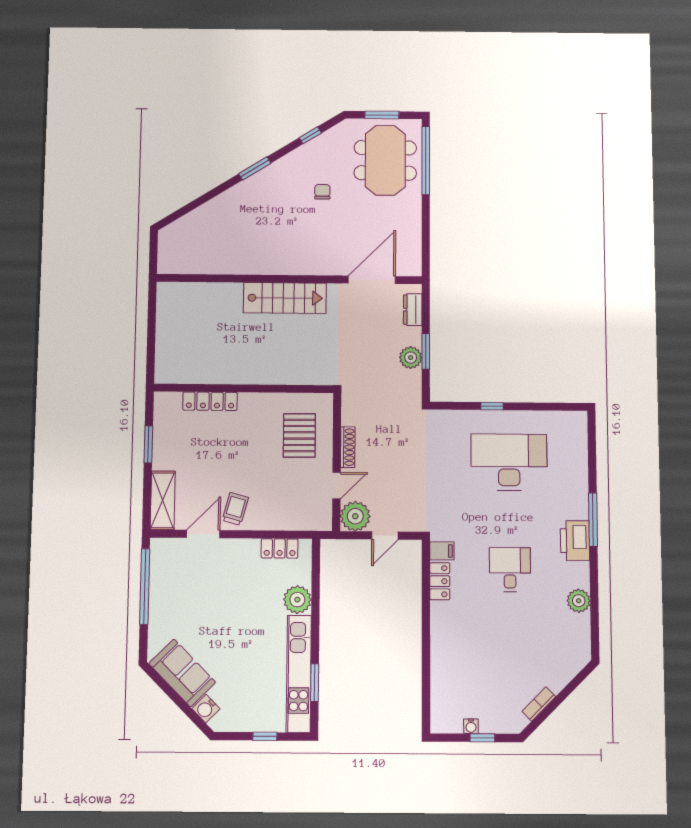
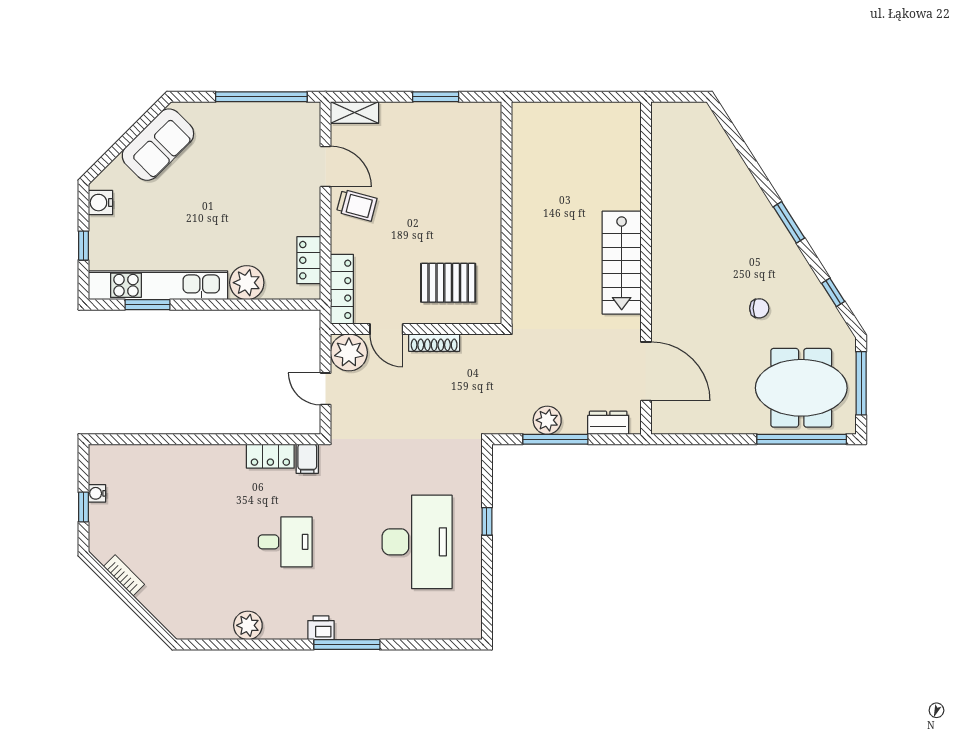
window: (382, 115) -> (861, 383), width x1.44
window: (426, 351) -> (555, 439), width x1.44
locker: (210, 401) -> (342, 289), moved, turned 180
shelving: (163, 500) -> (355, 112), width x0.67, depth x0.75
printer: (575, 541) -> (321, 628), width x0.53, depth x0.68
water cooler: (206, 709) -> (100, 203), moved, turned -45

